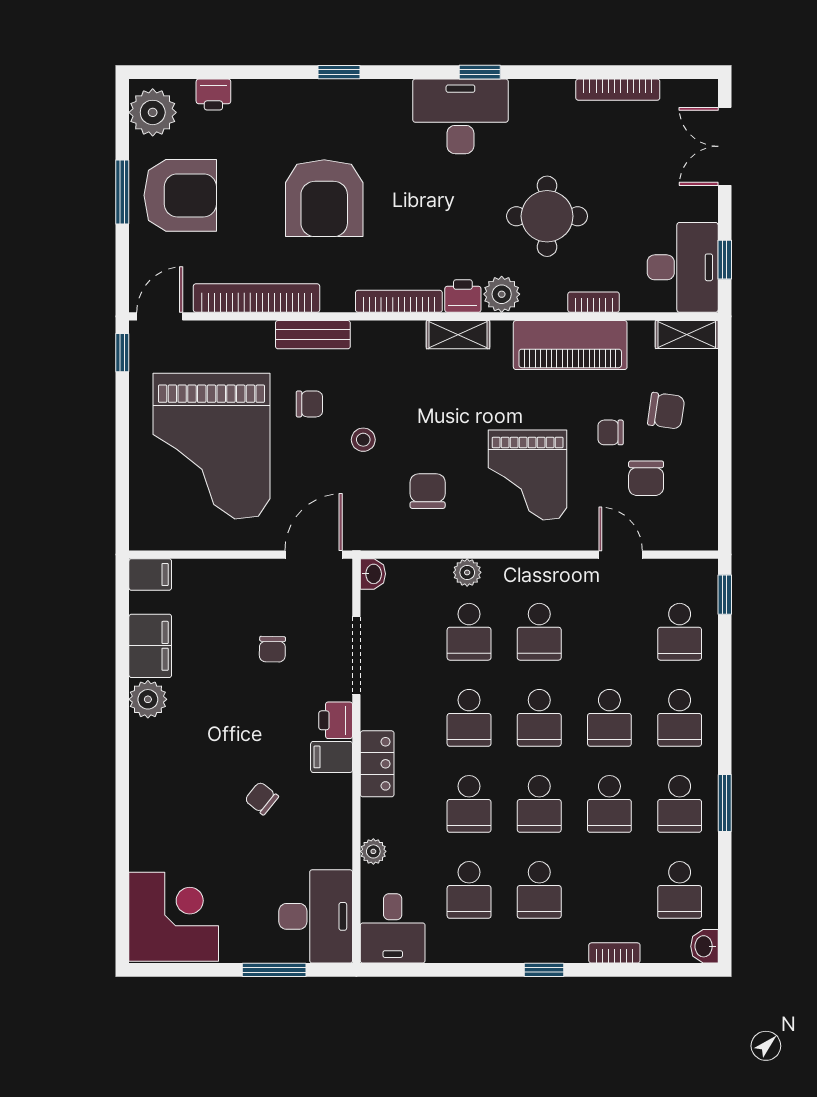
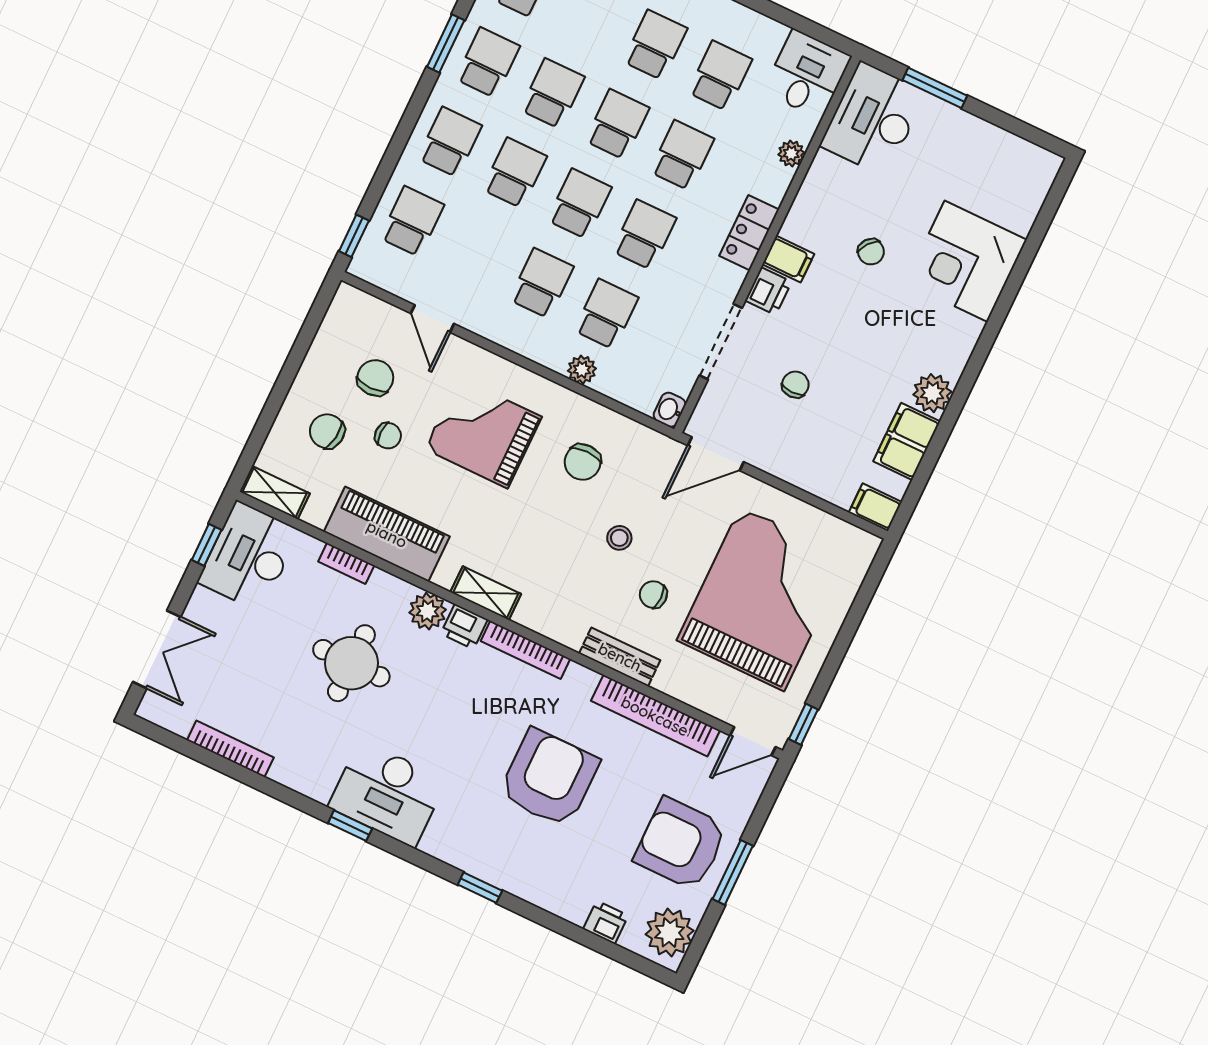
grand piano: (528, 475) -> (483, 433), turned -90
corner desk: (174, 917) -> (966, 261), moved

